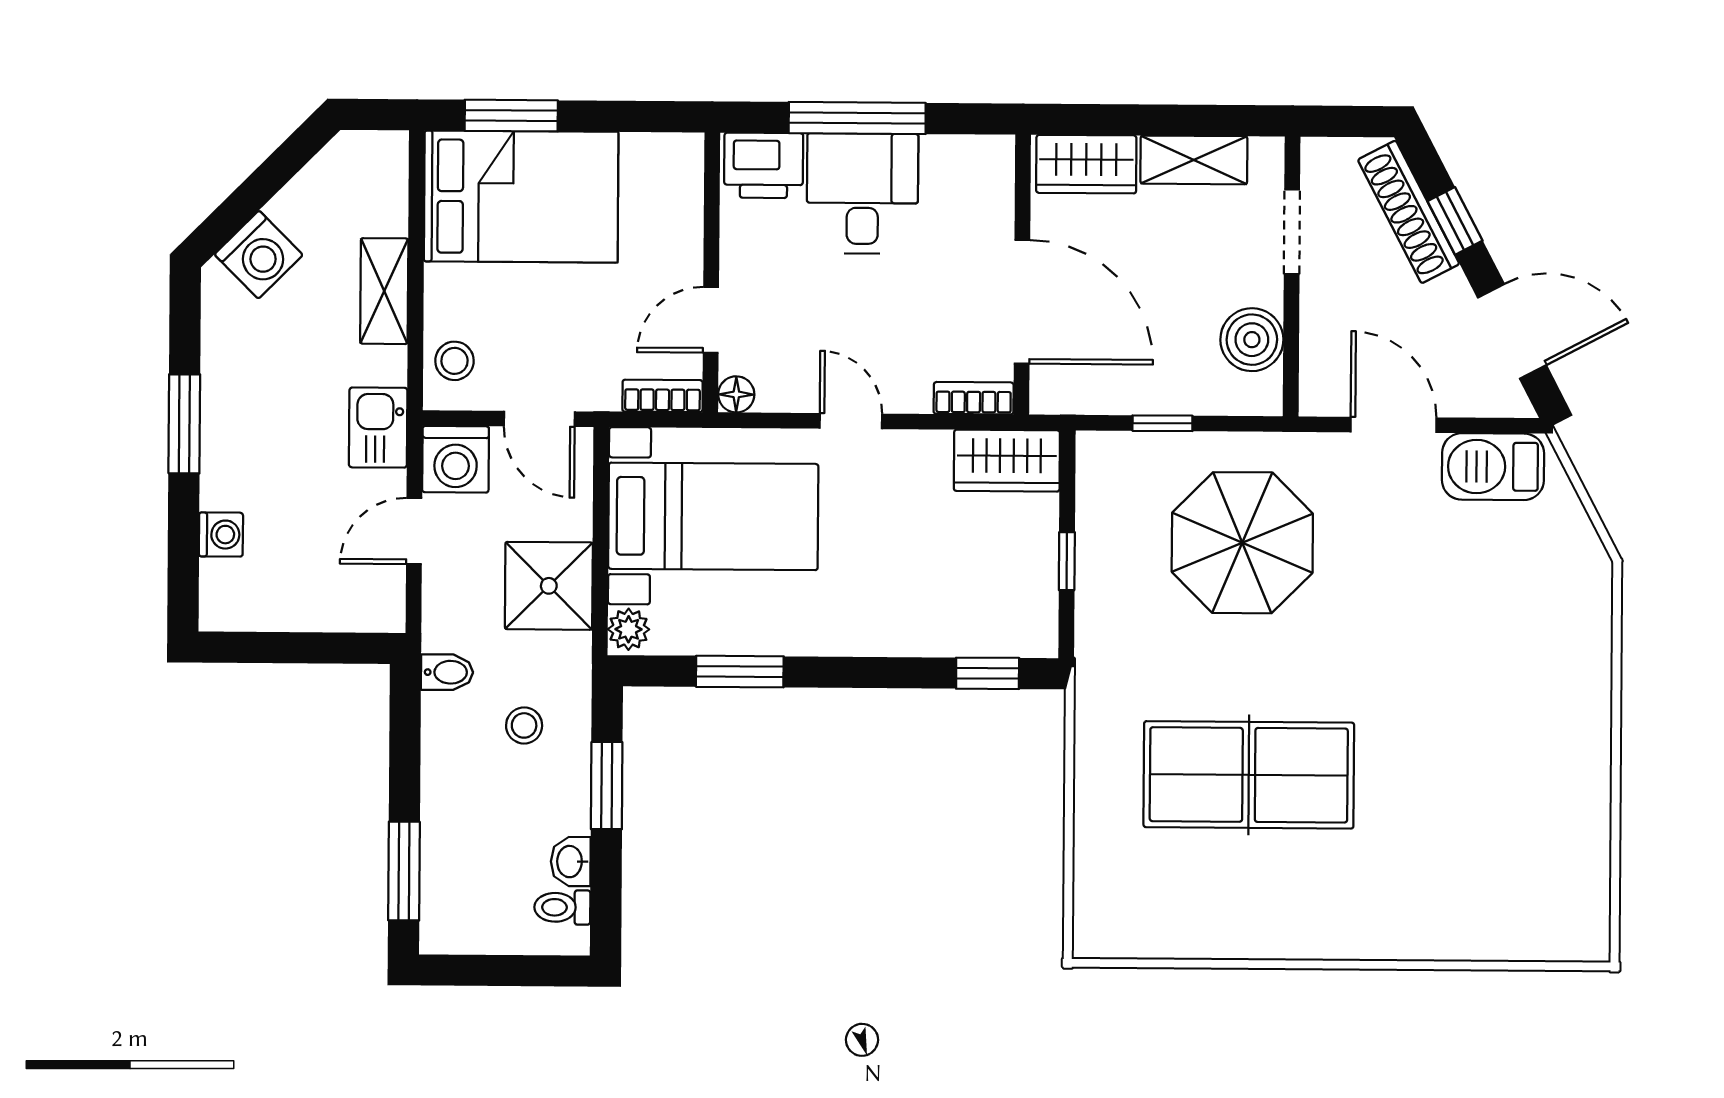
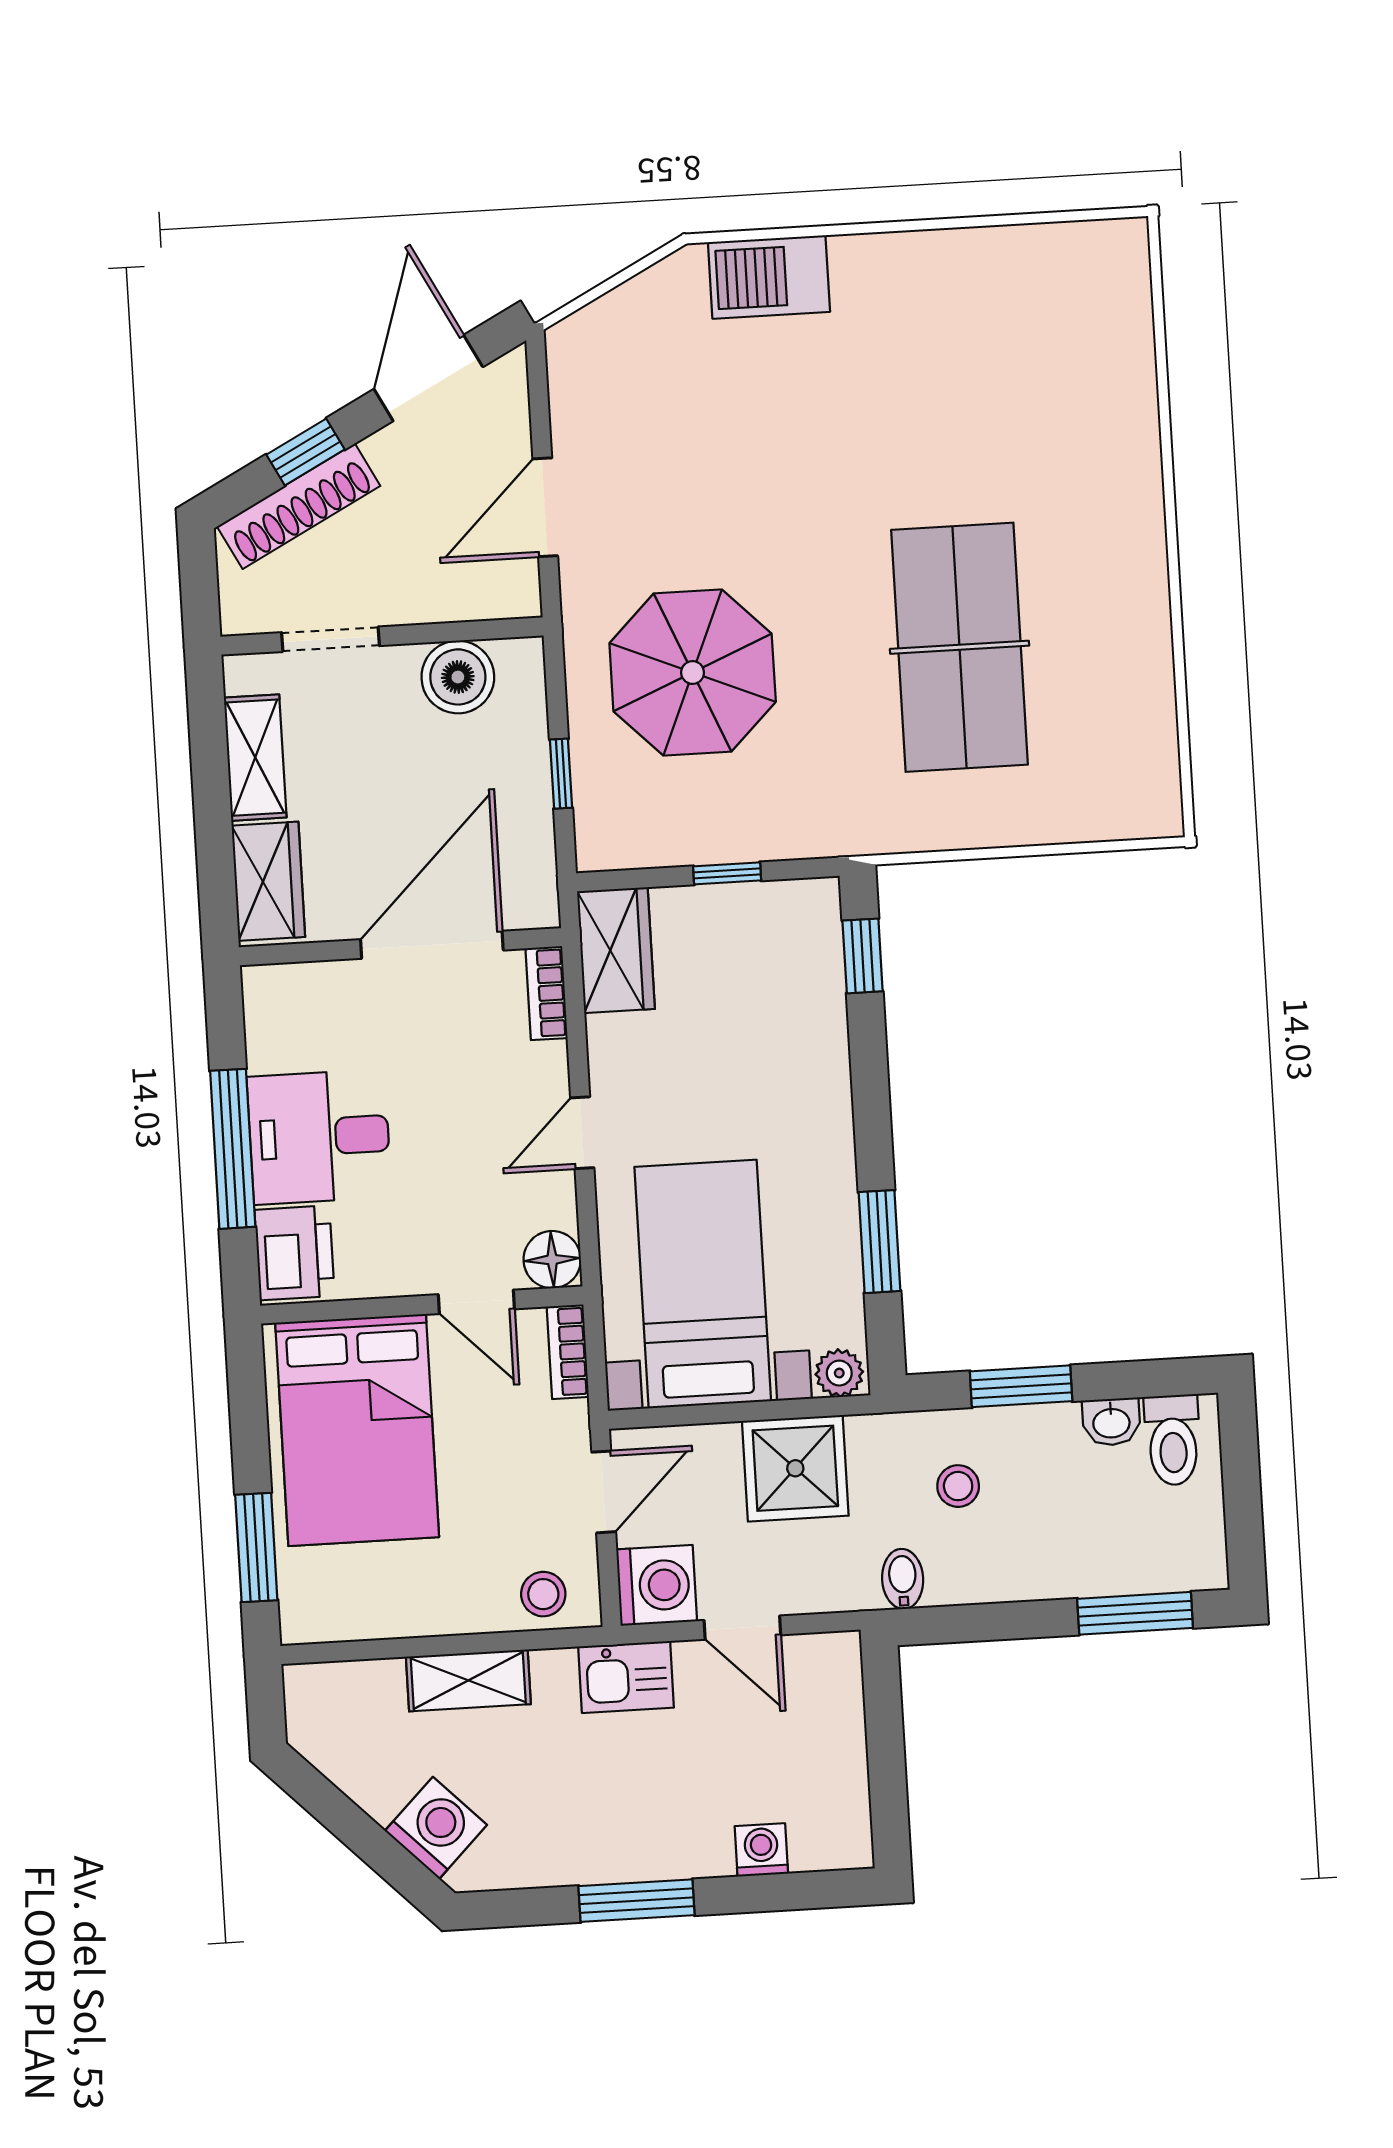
bed: (521, 197) -> (357, 1430), moved, turned 180
floor lamp: (736, 394) -> (552, 1260), width x1.37, depth x1.37
barbecue: (1493, 467) -> (769, 277), moved, turned 90
toilet: (562, 907) -> (1173, 1440), width x1.37, depth x1.39

